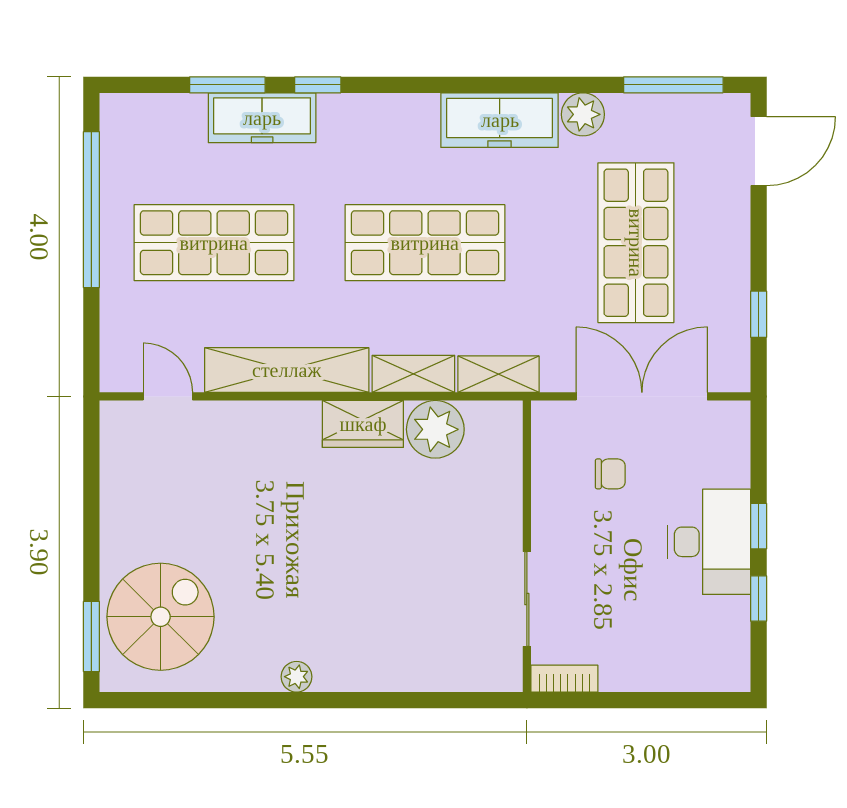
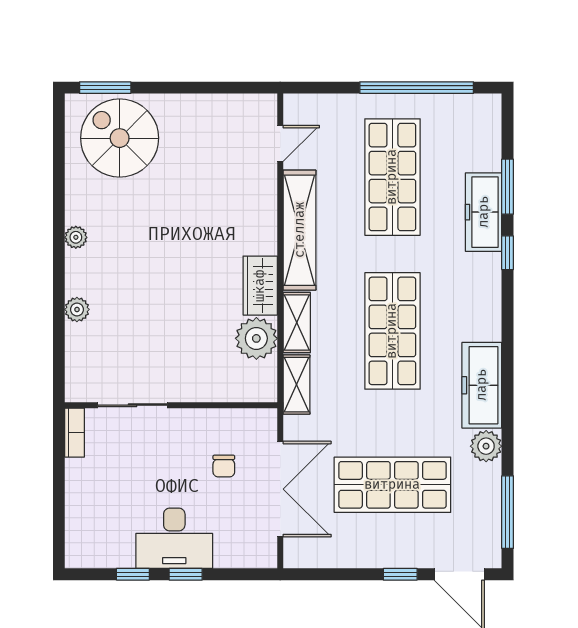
window: (759, 314) -> (400, 574), moved
spiral stairs: (161, 617) -> (120, 138), turned 180
plant: (396, 675) -> (77, 309), added

